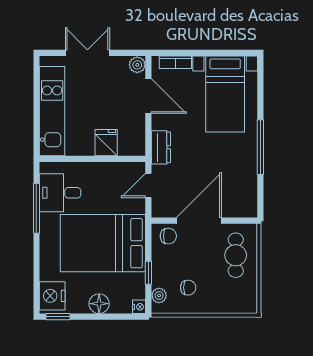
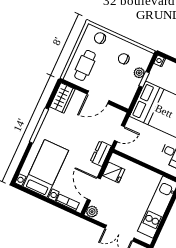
fridge: (106, 143) -> (114, 172), moved, turned -90
wardrobe: (246, 198) -> (62, 98), added
door: (199, 221) -> (98, 97), width x0.73
chair: (168, 236) -> (100, 38), moved
plant: (159, 296) -> (139, 73), moved

